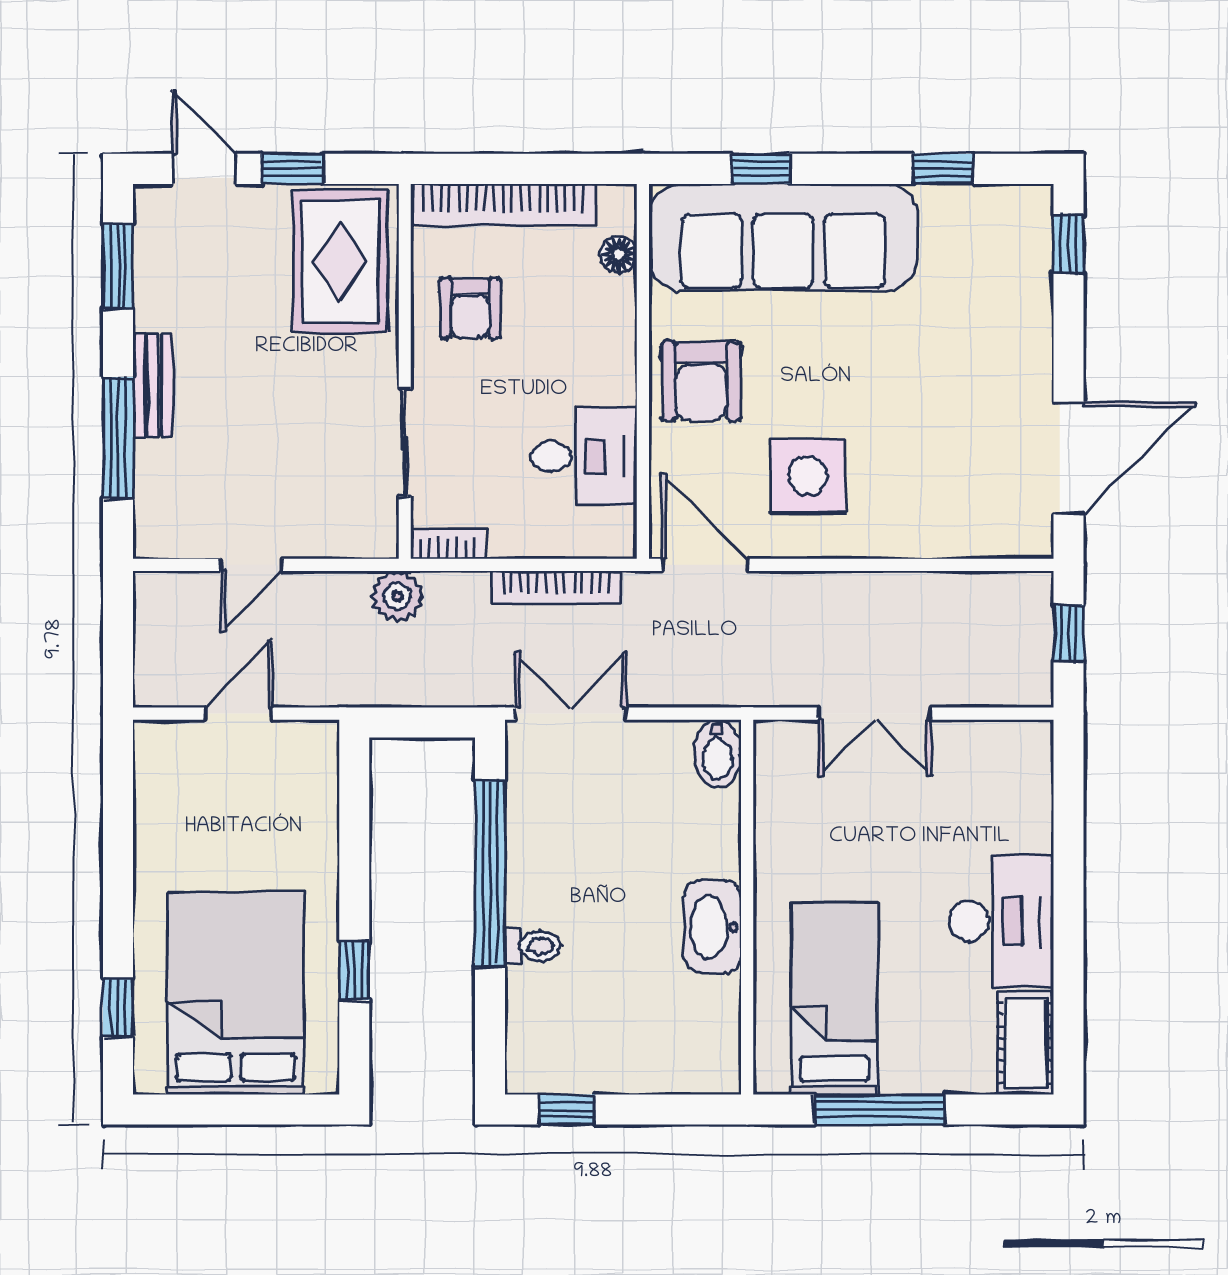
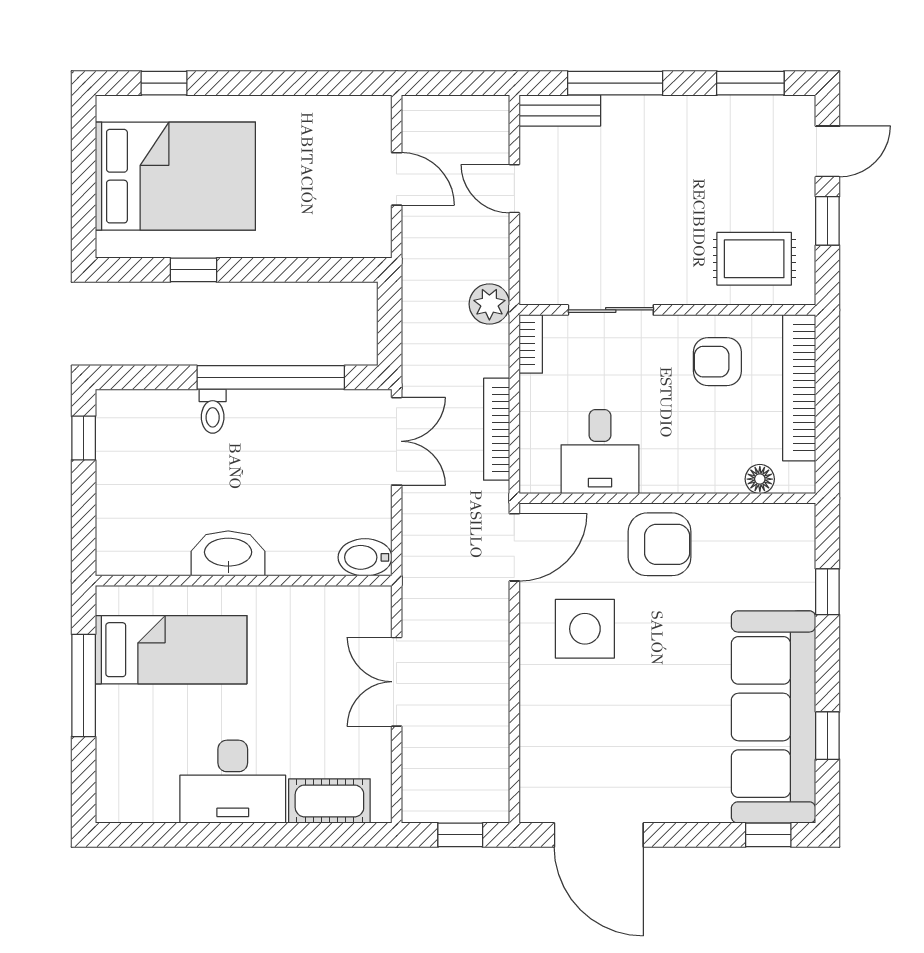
sofa: (783, 237) -> (774, 717), moved
rug: (340, 262) -> (754, 259), width x0.73, depth x0.70
armchair: (701, 381) -> (660, 544), turned 180
bench: (153, 385) -> (560, 110), moved
cot: (1026, 1043) -> (329, 801), moved

